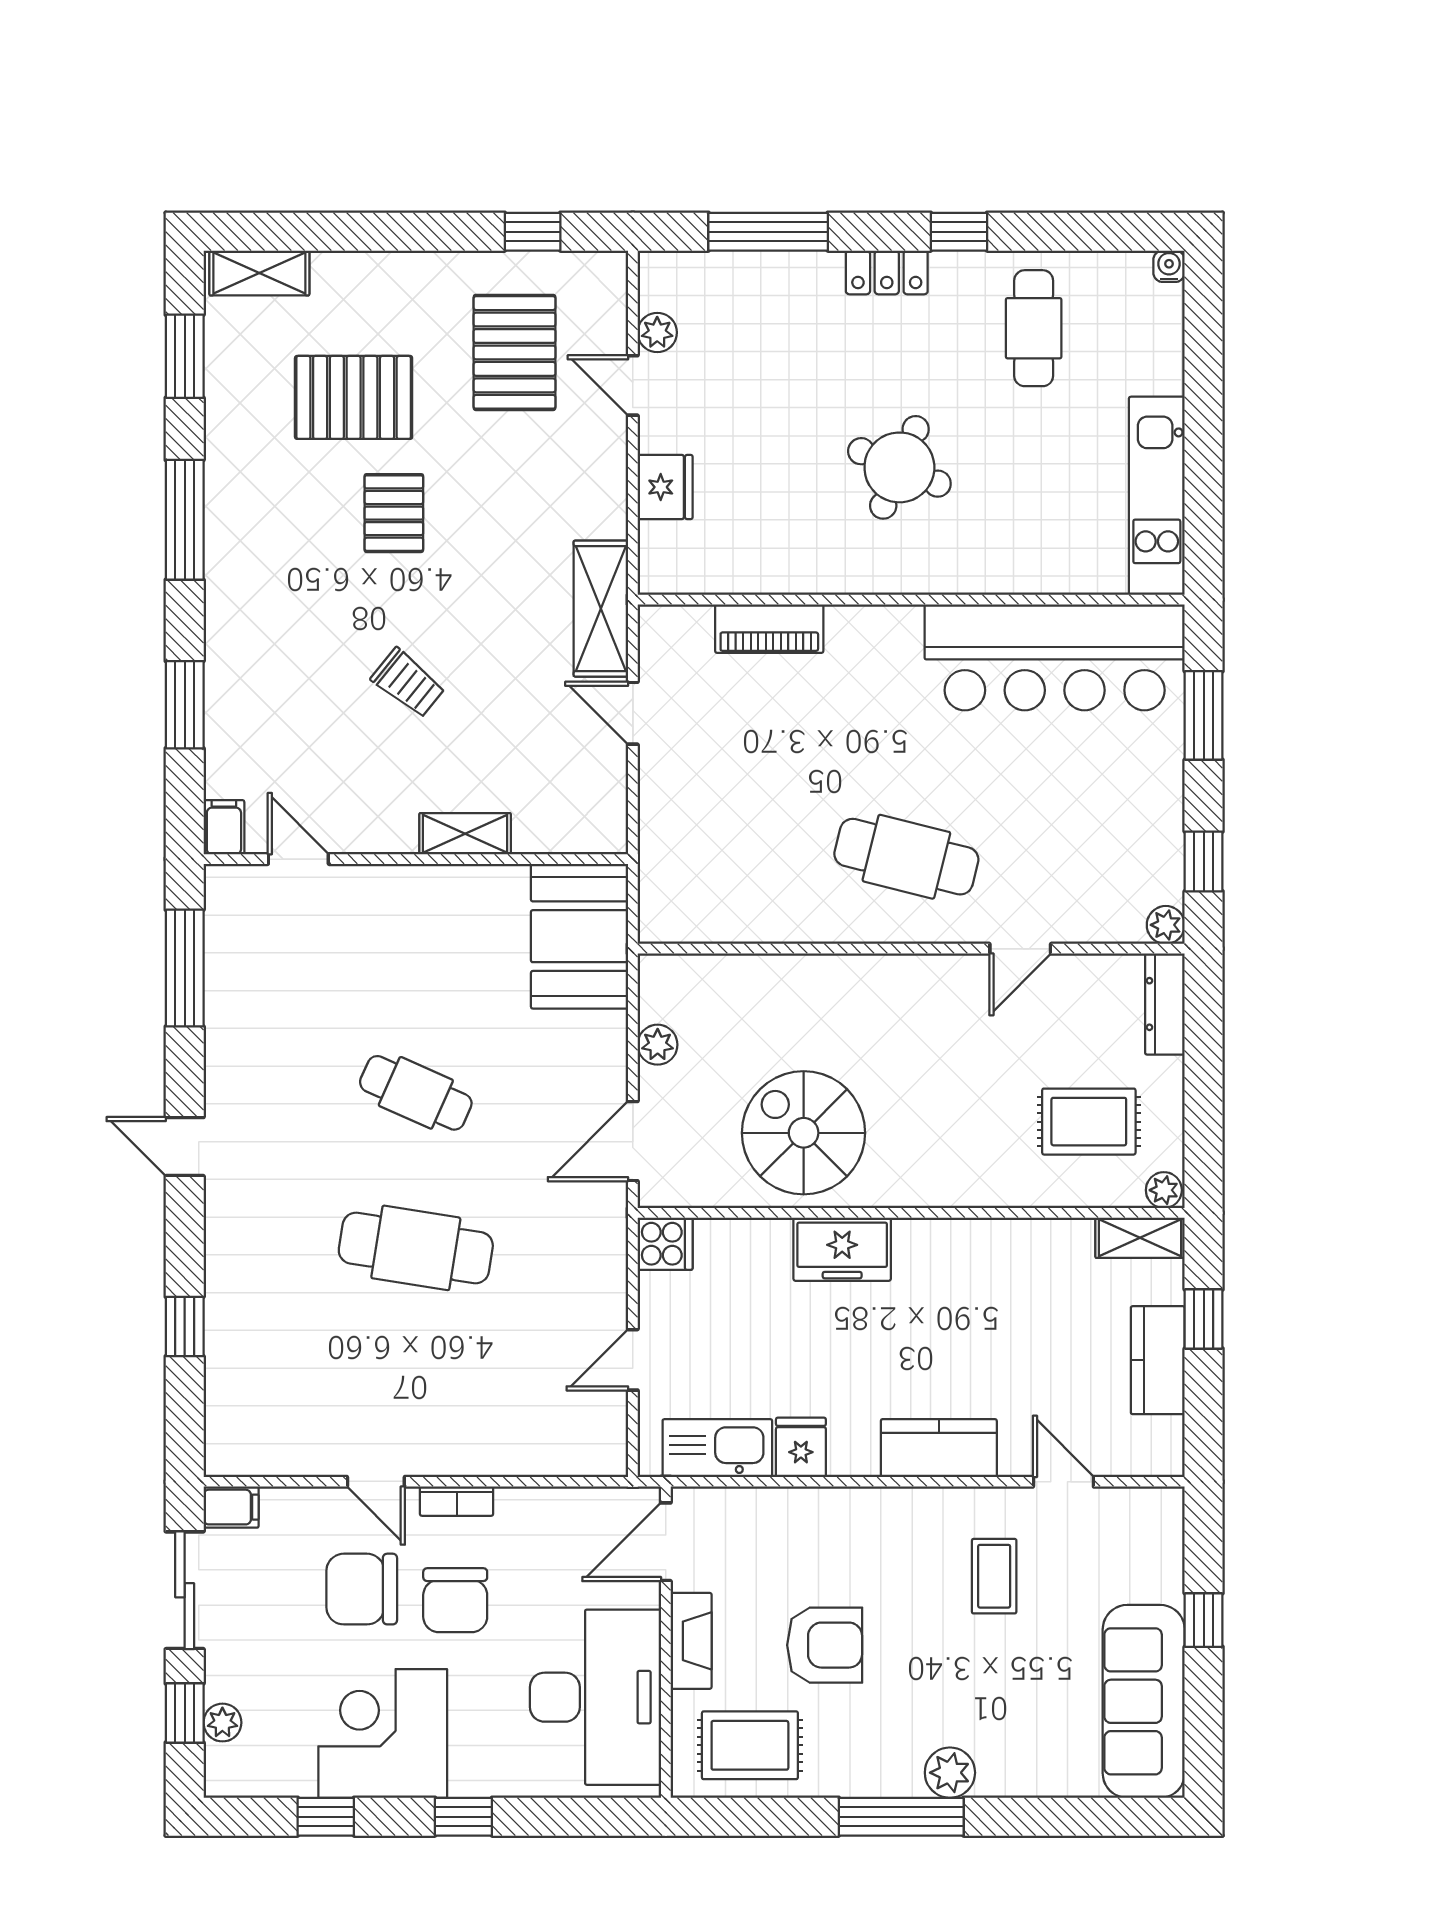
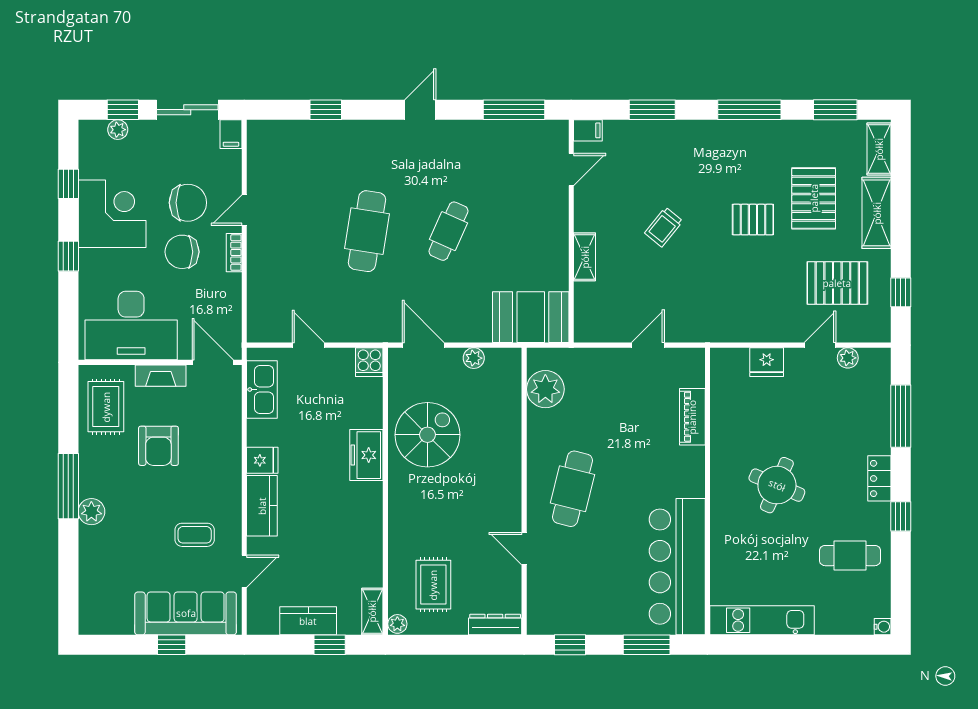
shelving: (601, 609) -> (877, 213), moved, turned 90
plant: (1166, 925) -> (545, 389), moved, width x1.87, depth x1.87
fridge: (801, 1447) -> (262, 460), moved
chair: (362, 1589) -> (188, 203), turned 90
sofa: (1144, 1701) -> (186, 613), moved

